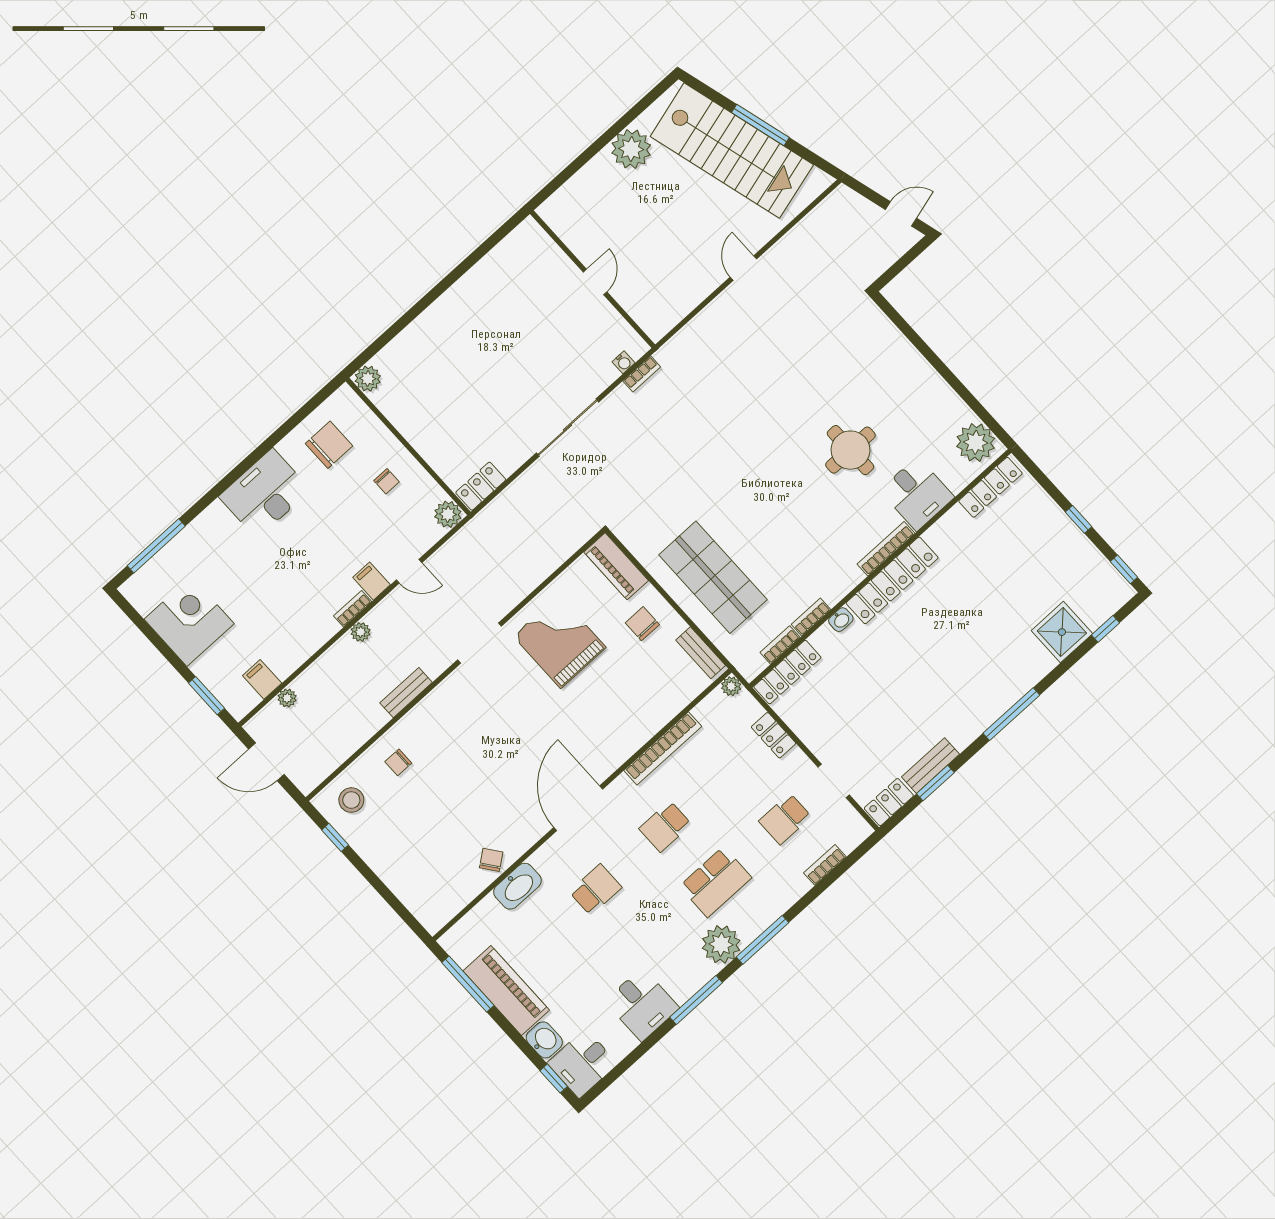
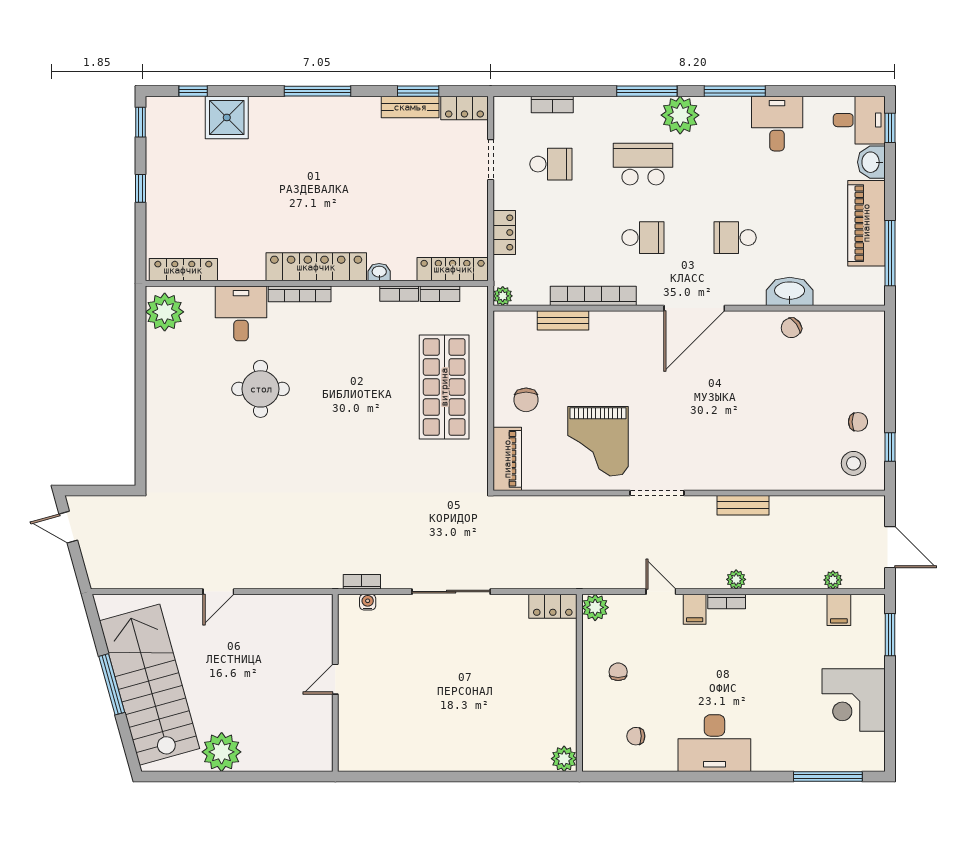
chair: (329, 445) -> (636, 736), width x0.54, depth x0.54
bench: (701, 653) -> (563, 320), moved, turned 90
chair: (398, 762) -> (858, 422), moved

